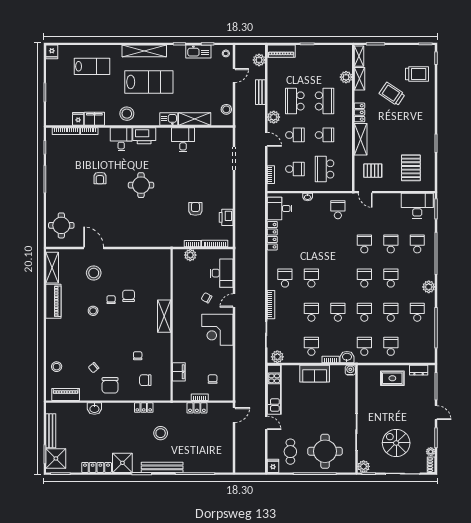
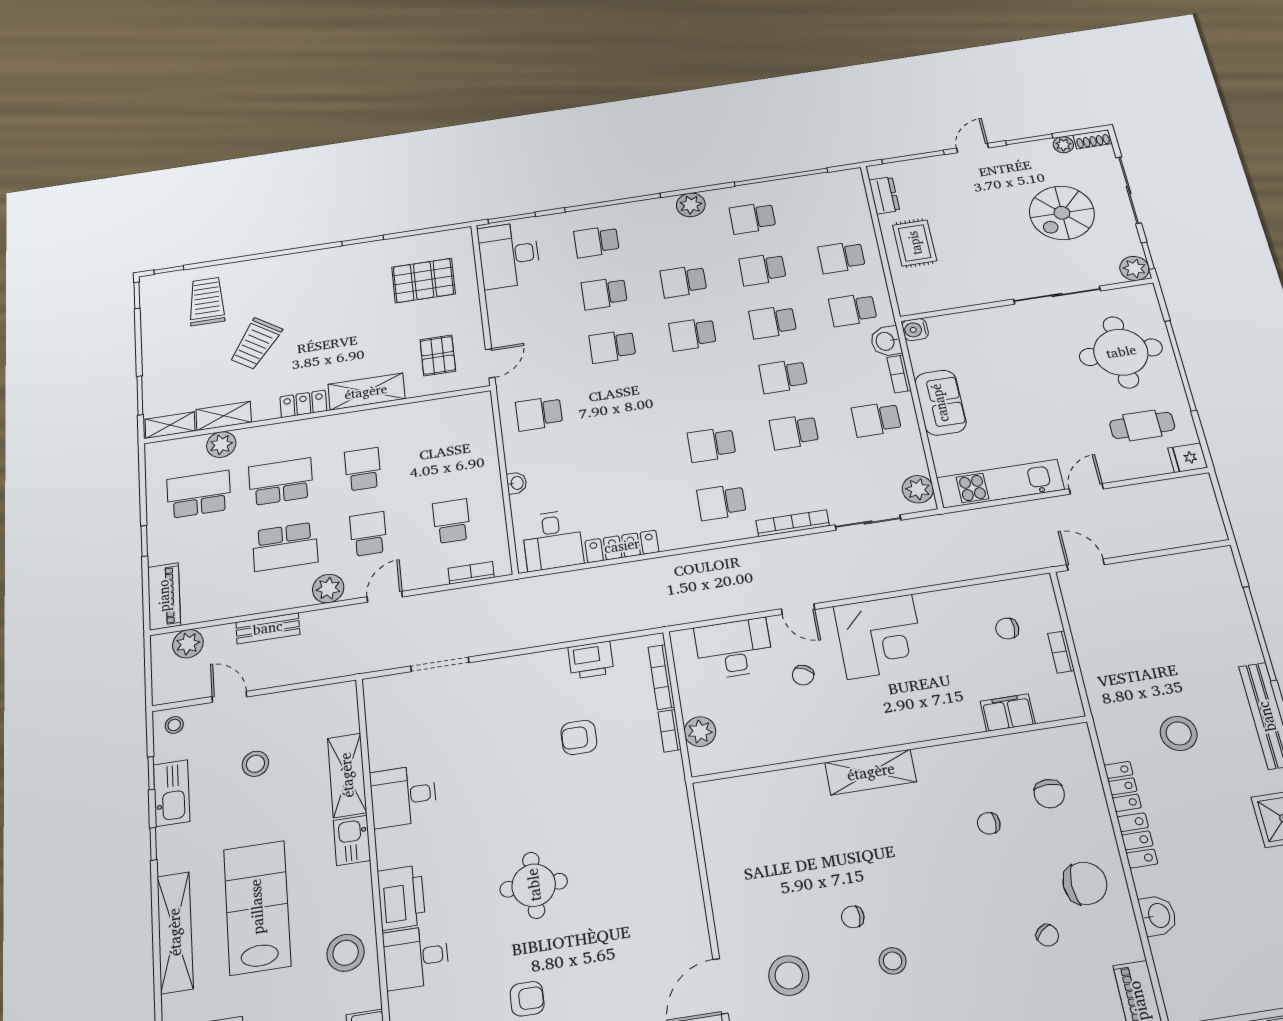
stool: (226, 109) -> (255, 764), moved
school desk: (325, 169) -> (199, 494), moved, turned 180
chair: (129, 296) -> (834, 872), removed
locker: (197, 408) -> (1137, 840), moved

